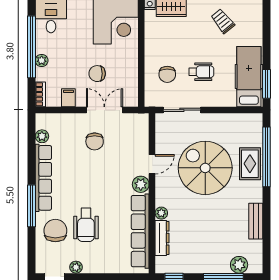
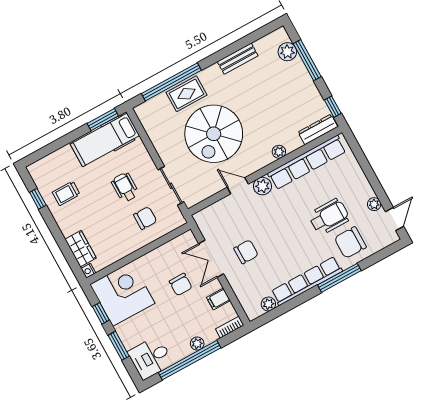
trolley: (223, 21) -> (66, 193), turned 39
dresser: (162, 238) -> (318, 129), moved

